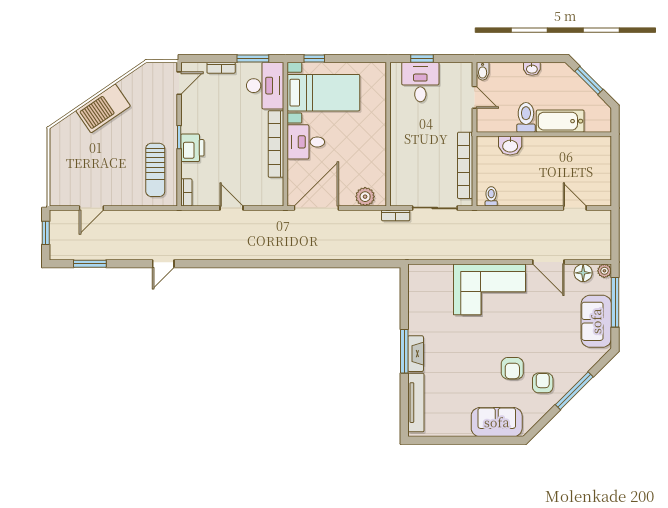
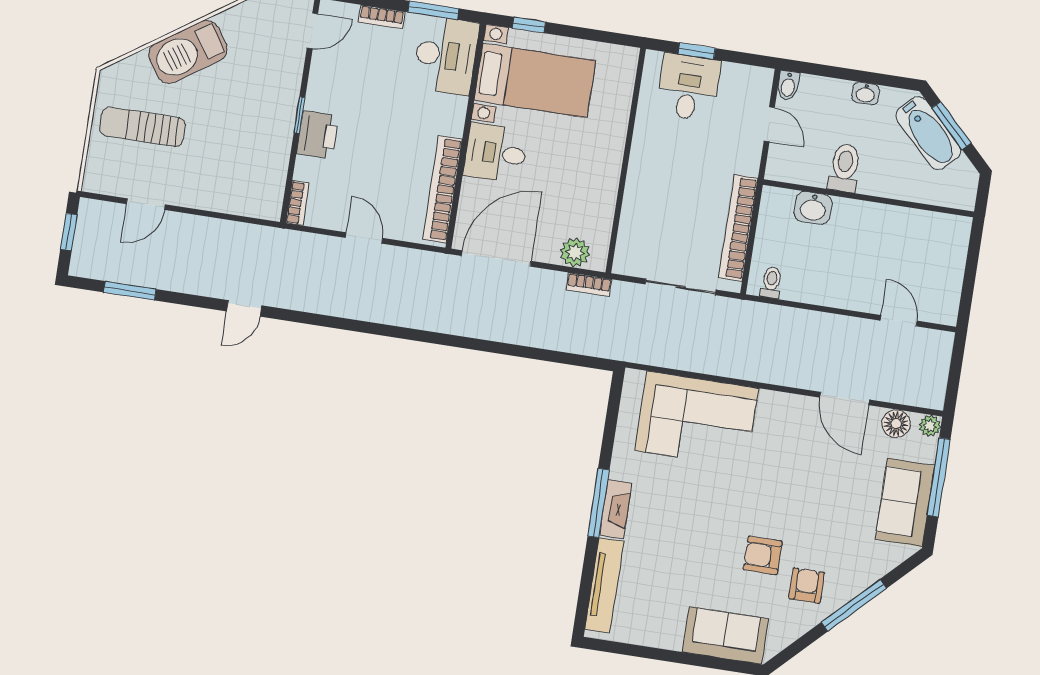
bathtub: (560, 121) -> (928, 133), moved, turned -135
bookcase: (276, 144) -> (443, 189), moved
sun lounger: (155, 170) -> (143, 127), moved, turned 90
bookcase: (396, 215) -> (589, 285), moved
corner sofa: (490, 289) -> (697, 419), moved
armchair: (512, 368) -> (763, 555), turned 90

